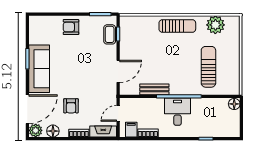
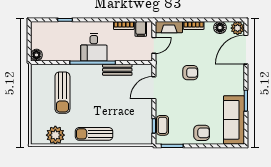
sofa: (39, 69) -> (234, 120), moved
armchair: (71, 106) -> (190, 73), moved, turned 90

